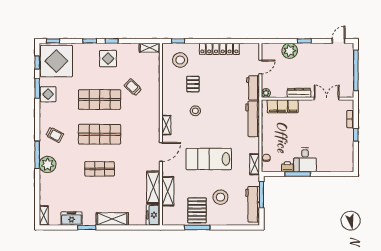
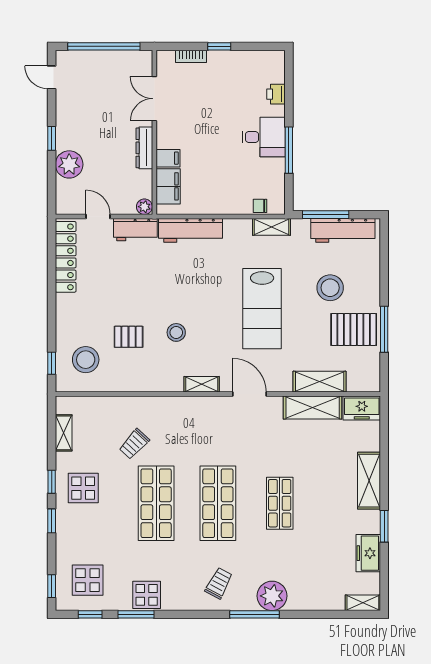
shelving: (150, 48) -> (64, 433), moved
locker: (219, 49) -> (66, 257), moved
display table: (56, 61) -> (88, 580), width x0.54, depth x0.54
printer: (287, 167) -> (276, 94), moved

